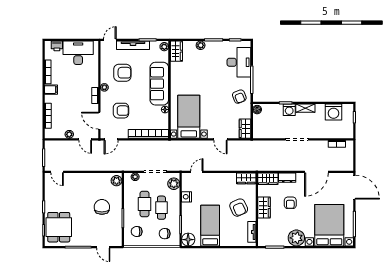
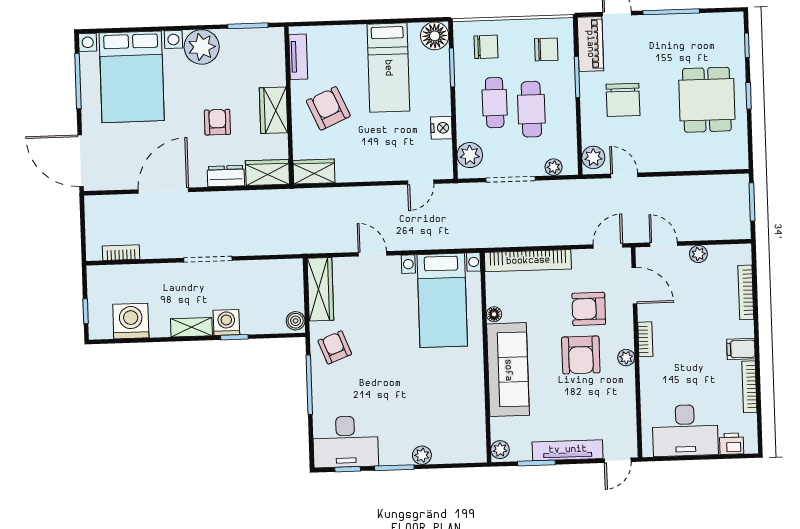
wardrobe: (176, 51) -> (473, 441), removed
desk: (239, 62) -> (346, 442), moved, turned -90
armchair: (122, 73) -> (581, 355), moved, turned -90
wardrobe: (245, 129) -> (320, 289), width x1.50
door: (57, 172) -> (624, 175), moved
dining table: (59, 227) -> (707, 100), moved
piano: (116, 233) -> (590, 44), added

